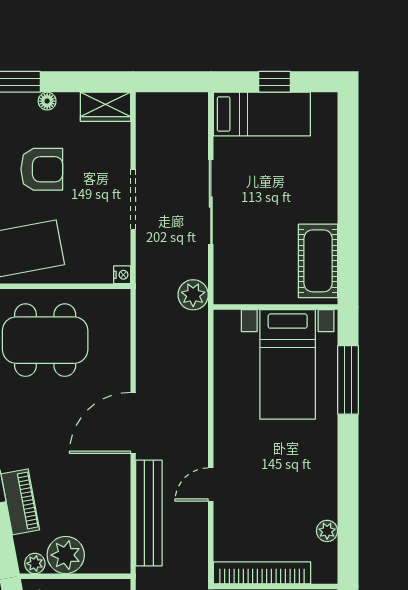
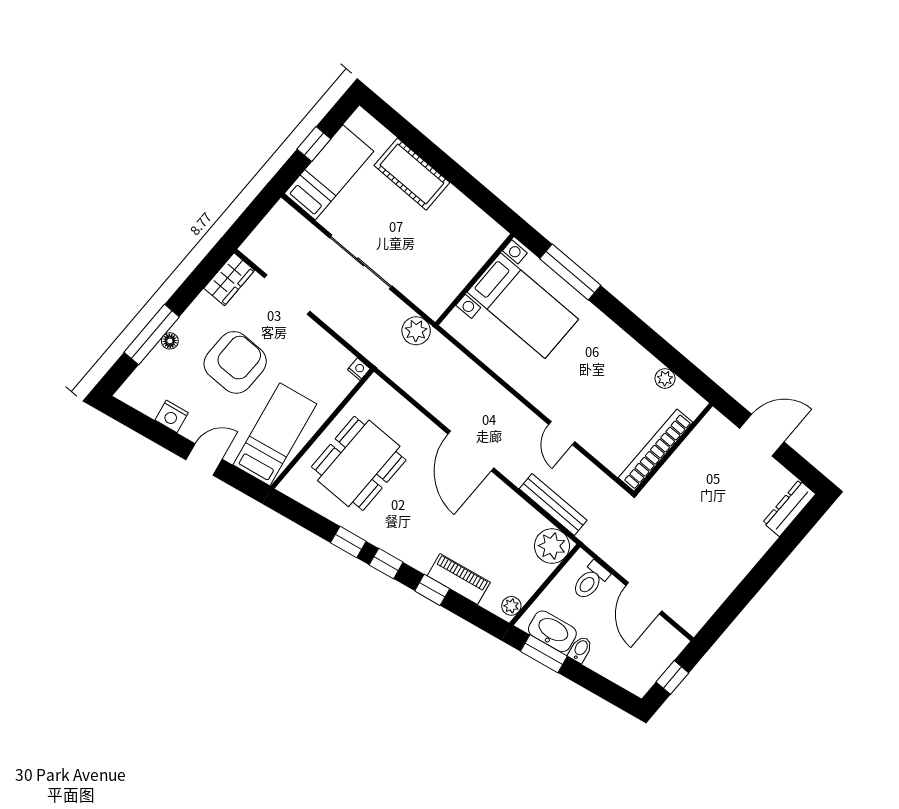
floor lamp: (47, 101) -> (170, 341), moved
armchair: (42, 169) -> (235, 362), width x1.36, depth x1.36
doorway: (133, 199) -> (287, 295), moved
cot: (318, 261) -> (412, 174), moved
bench: (149, 513) -> (553, 505), width x0.73, depth x0.82
plant: (66, 555) -> (552, 546), moved

